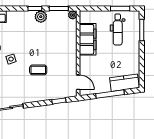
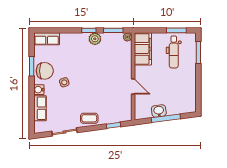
filing cabinet: (88, 39) -> (143, 49), moved
coffee table: (38, 70) -> (89, 118), moved
door: (78, 82) -> (133, 87), moved
kitchen counter: (124, 83) -> (181, 107), removed
washbasin: (103, 87) -> (159, 111), added

